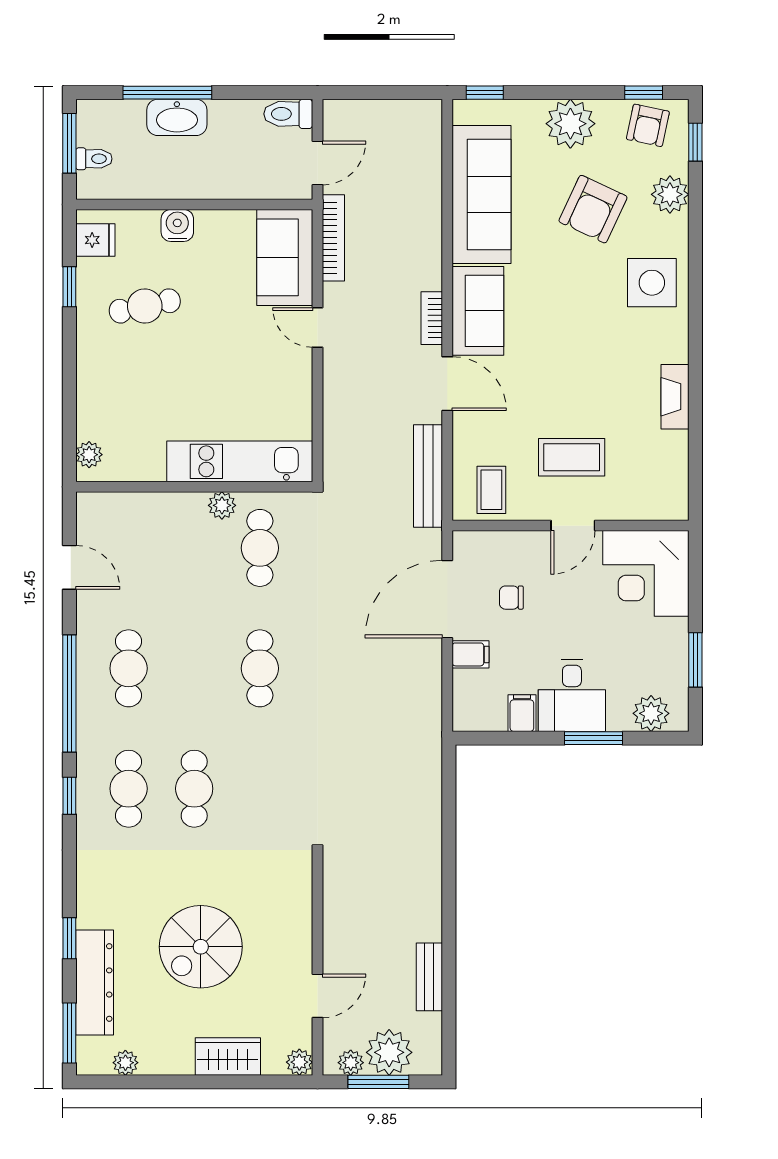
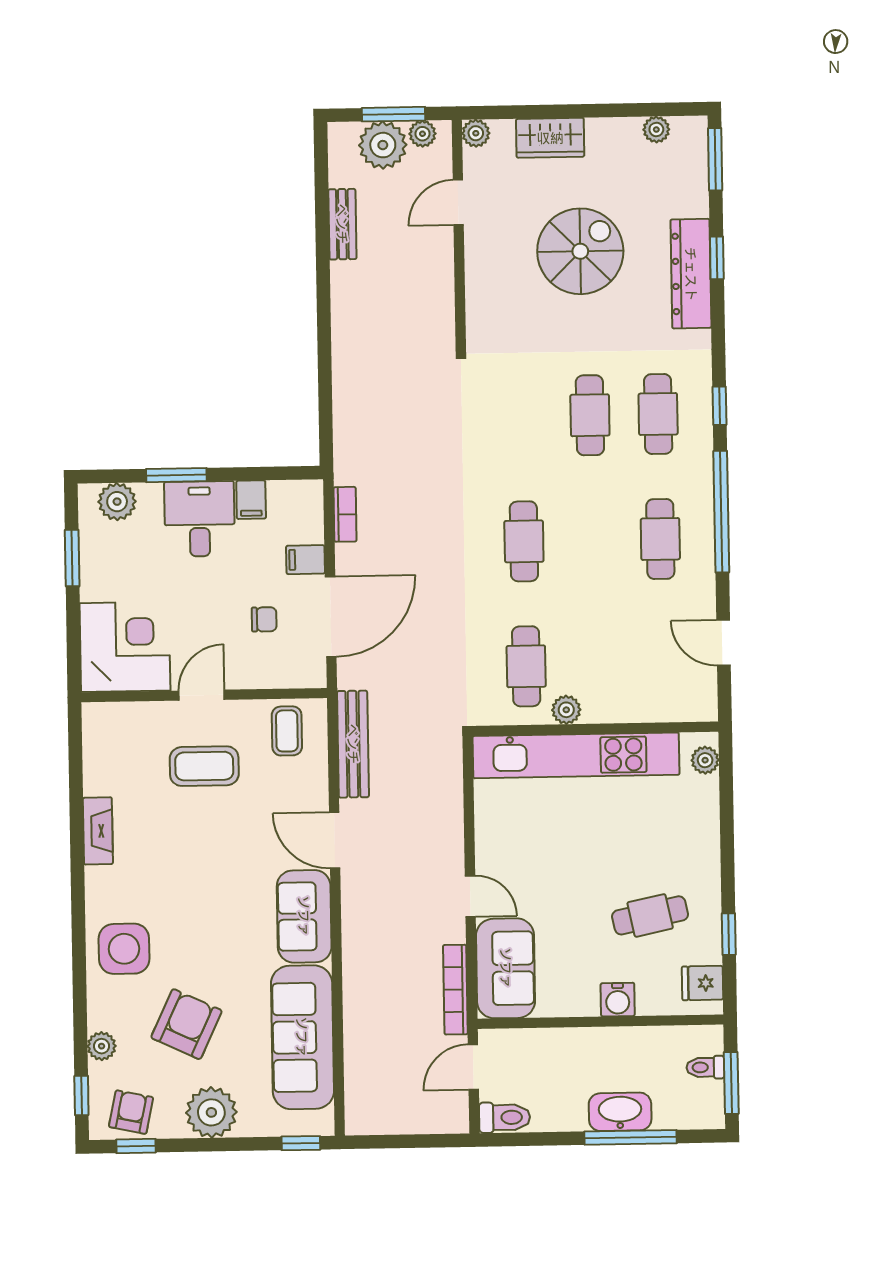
plant: (670, 194) -> (102, 1046), width x0.73, depth x0.73
bookcase: (432, 318) -> (345, 514), moved
kitchen unit: (240, 461) -> (576, 755), width x1.36
dresser: (95, 982) -> (691, 274), moved

